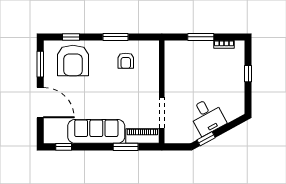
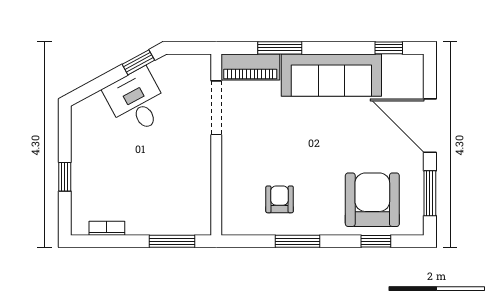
window: (201, 37) -> (172, 241), moved

